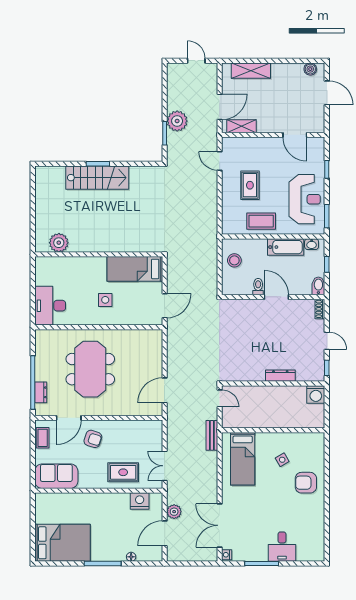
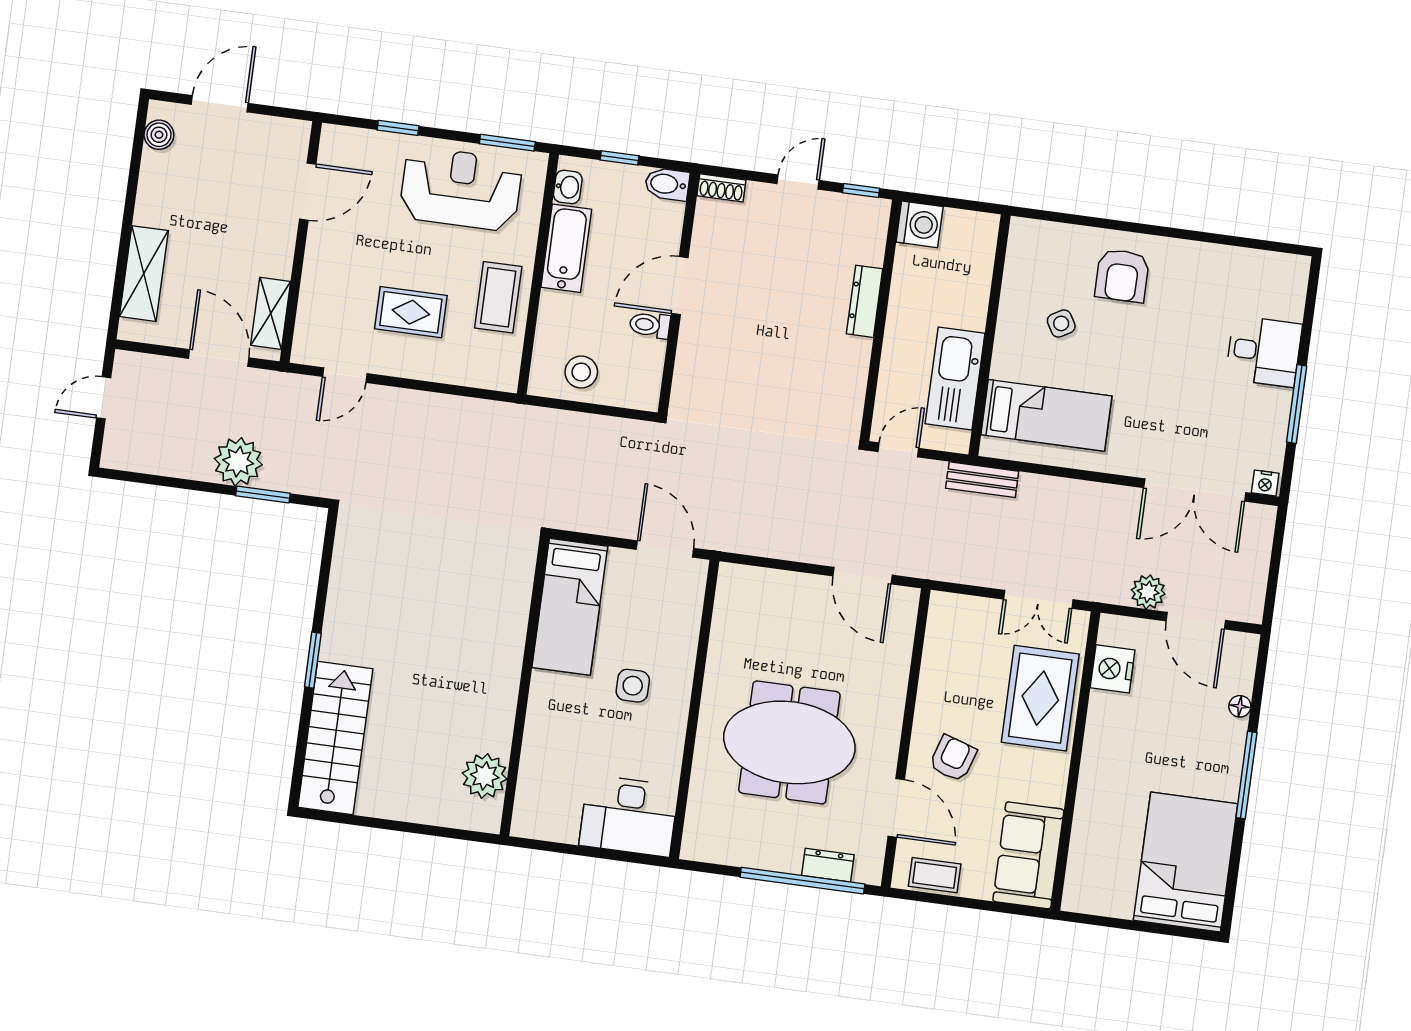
stairs: (97, 178) -> (335, 738), moved
kitchen sink: (253, 418) -> (955, 379), added
rug: (123, 472) -> (1040, 698), width x1.36, depth x1.43

